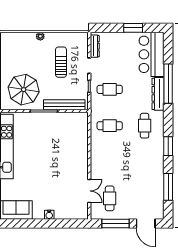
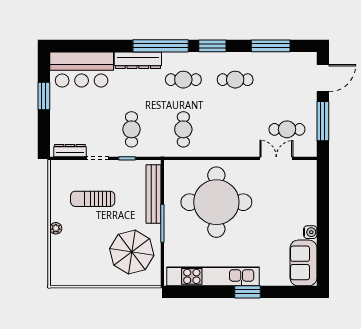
window: (168, 84) -> (161, 46), moved
round table: (59, 149) -> (216, 202), added
cafe table: (145, 162) -> (235, 80), added
water cooler: (49, 215) -> (310, 232), moved

